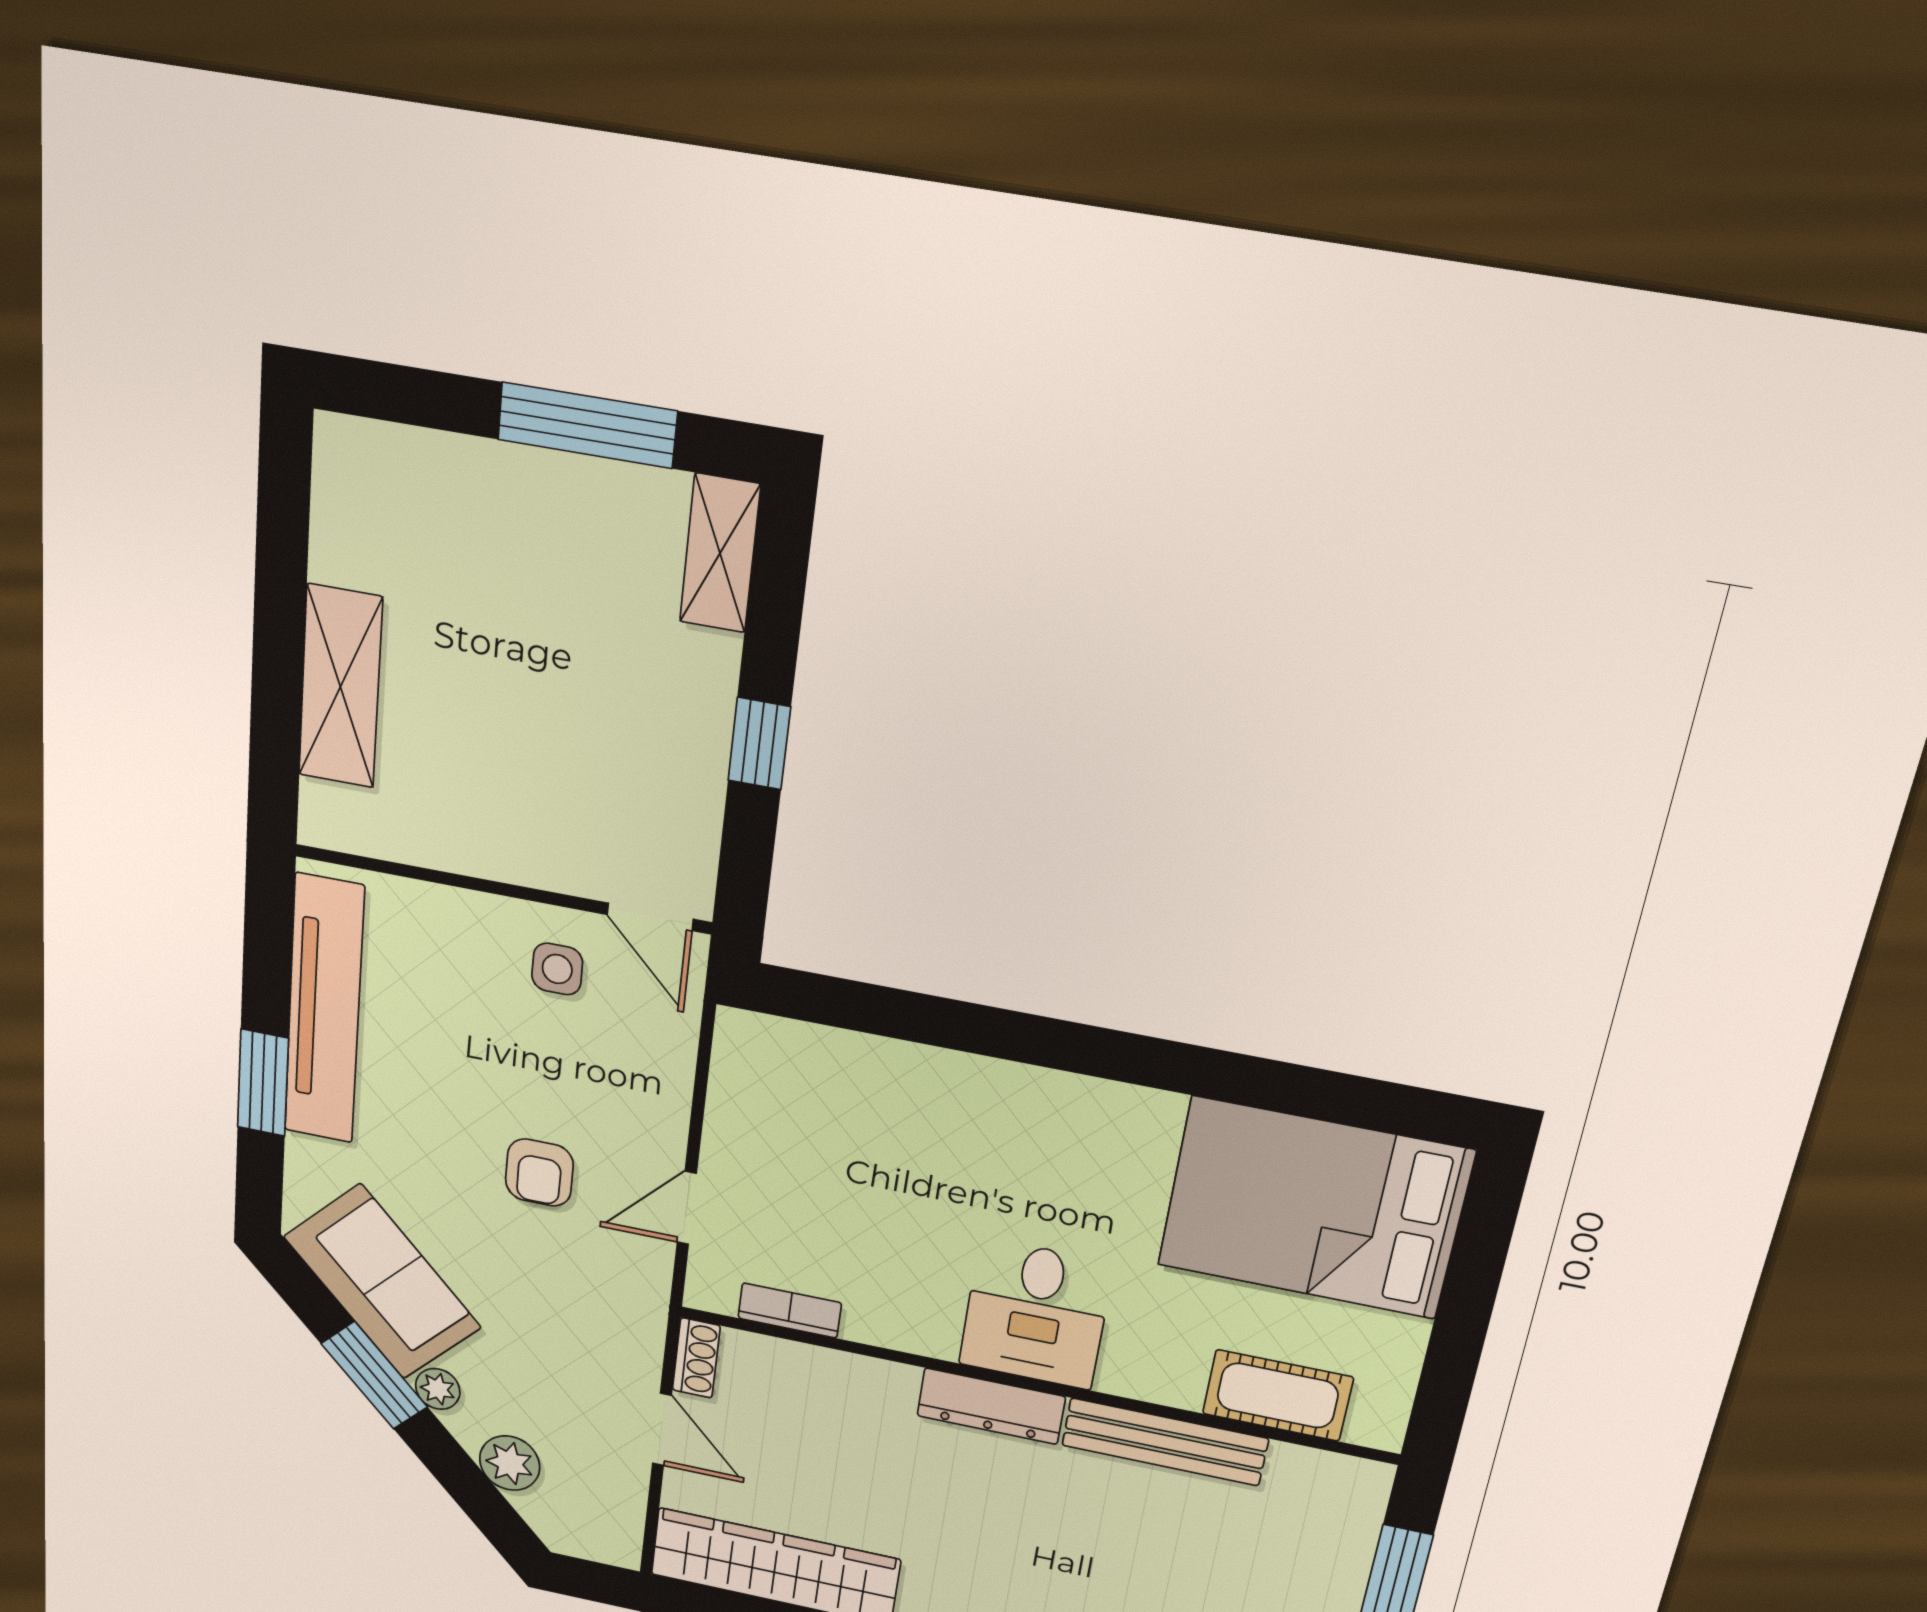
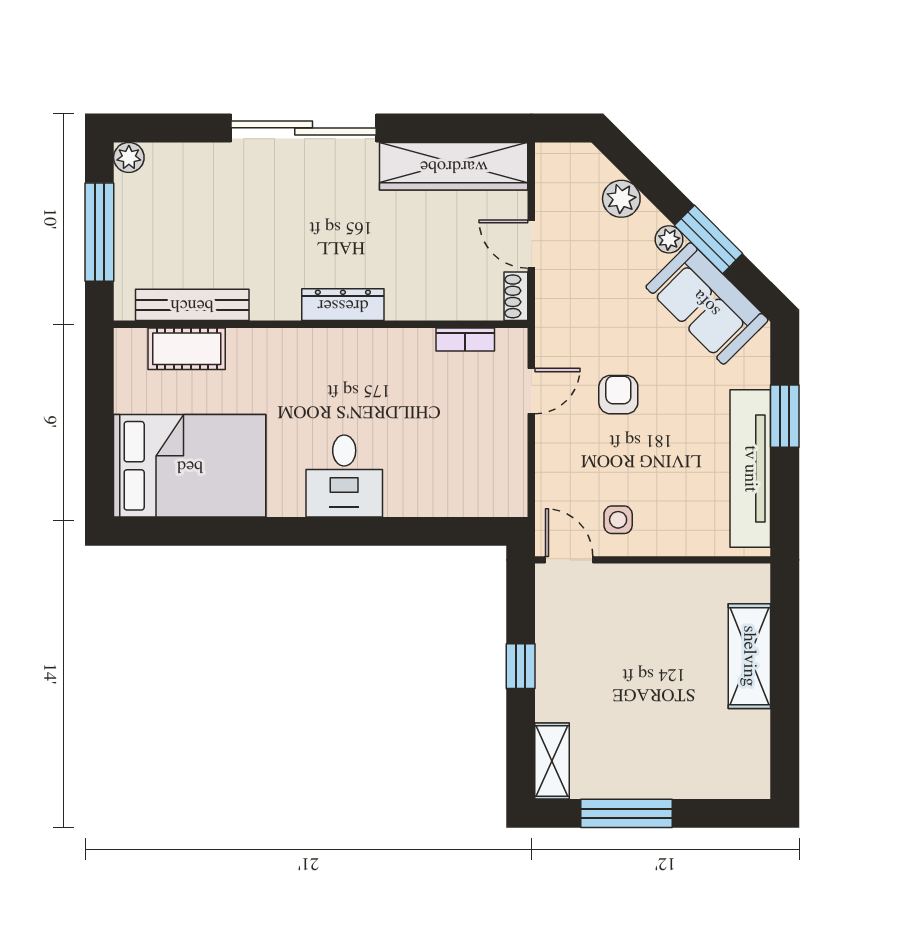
desk: (1036, 1314) -> (344, 476), moved, turned 180
bench: (1165, 1442) -> (192, 305), moved

